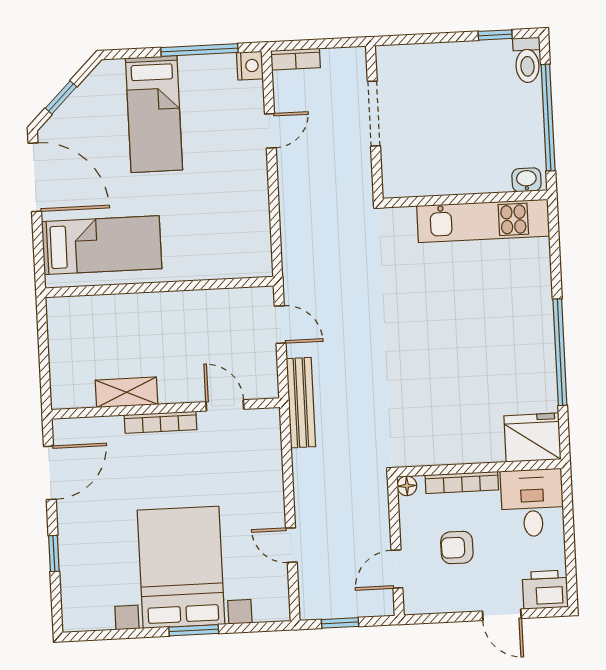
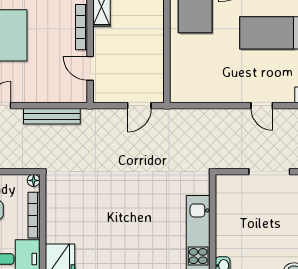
bench: (301, 403) -> (52, 116), moved
door: (225, 405) -> (90, 68), swing flipped

